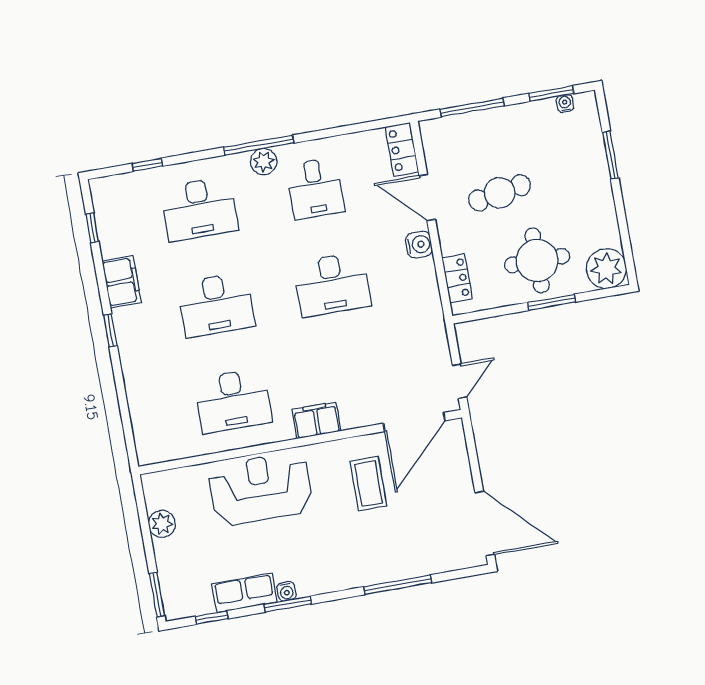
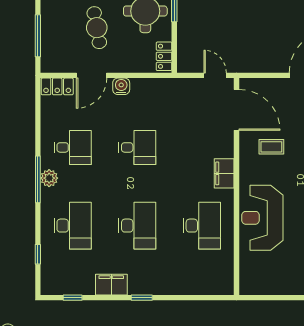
locker: (457, 278) -> (164, 56), moved, turned -90
desk: (332, 284) -> (137, 147), width x0.73
coffee table: (368, 484) -> (271, 147), width x0.73, depth x0.77
plant: (162, 524) -> (274, 286), removed

